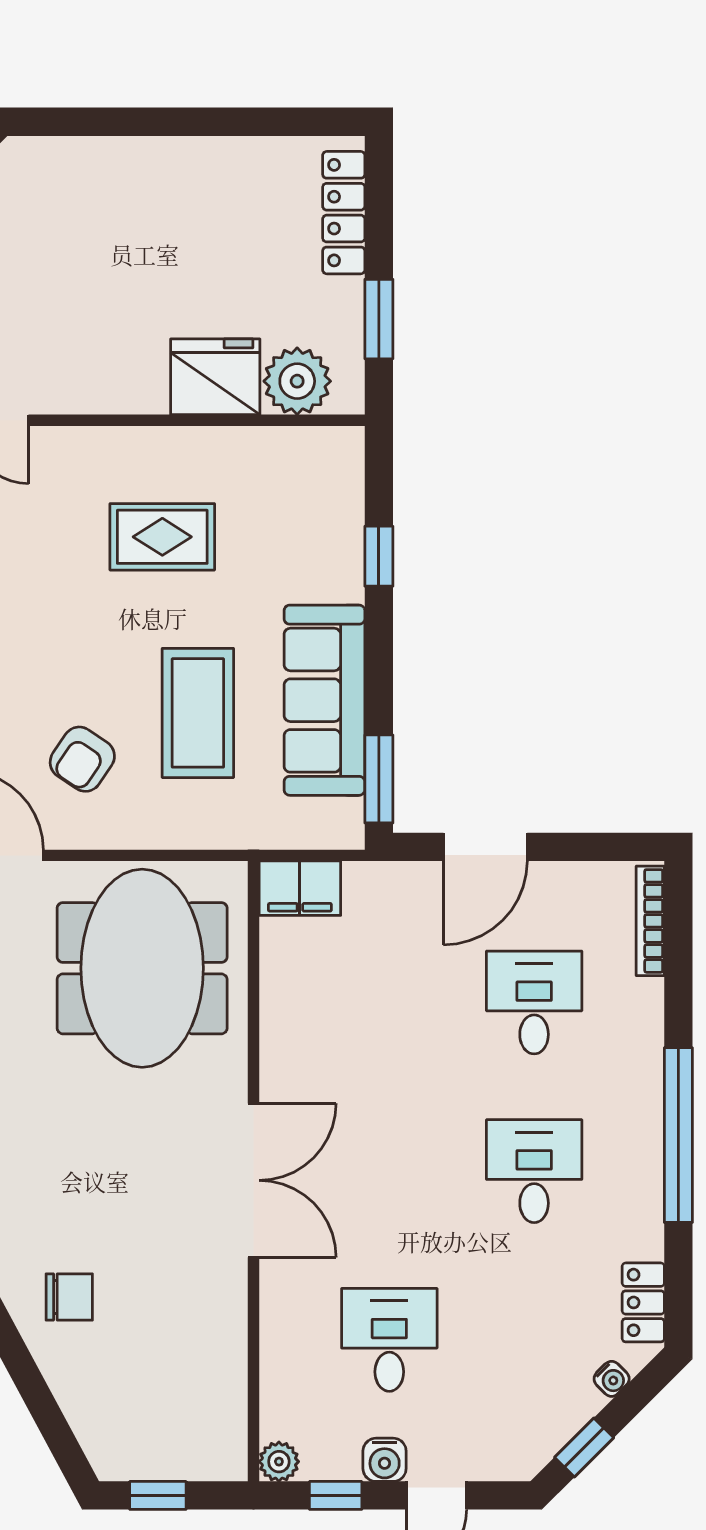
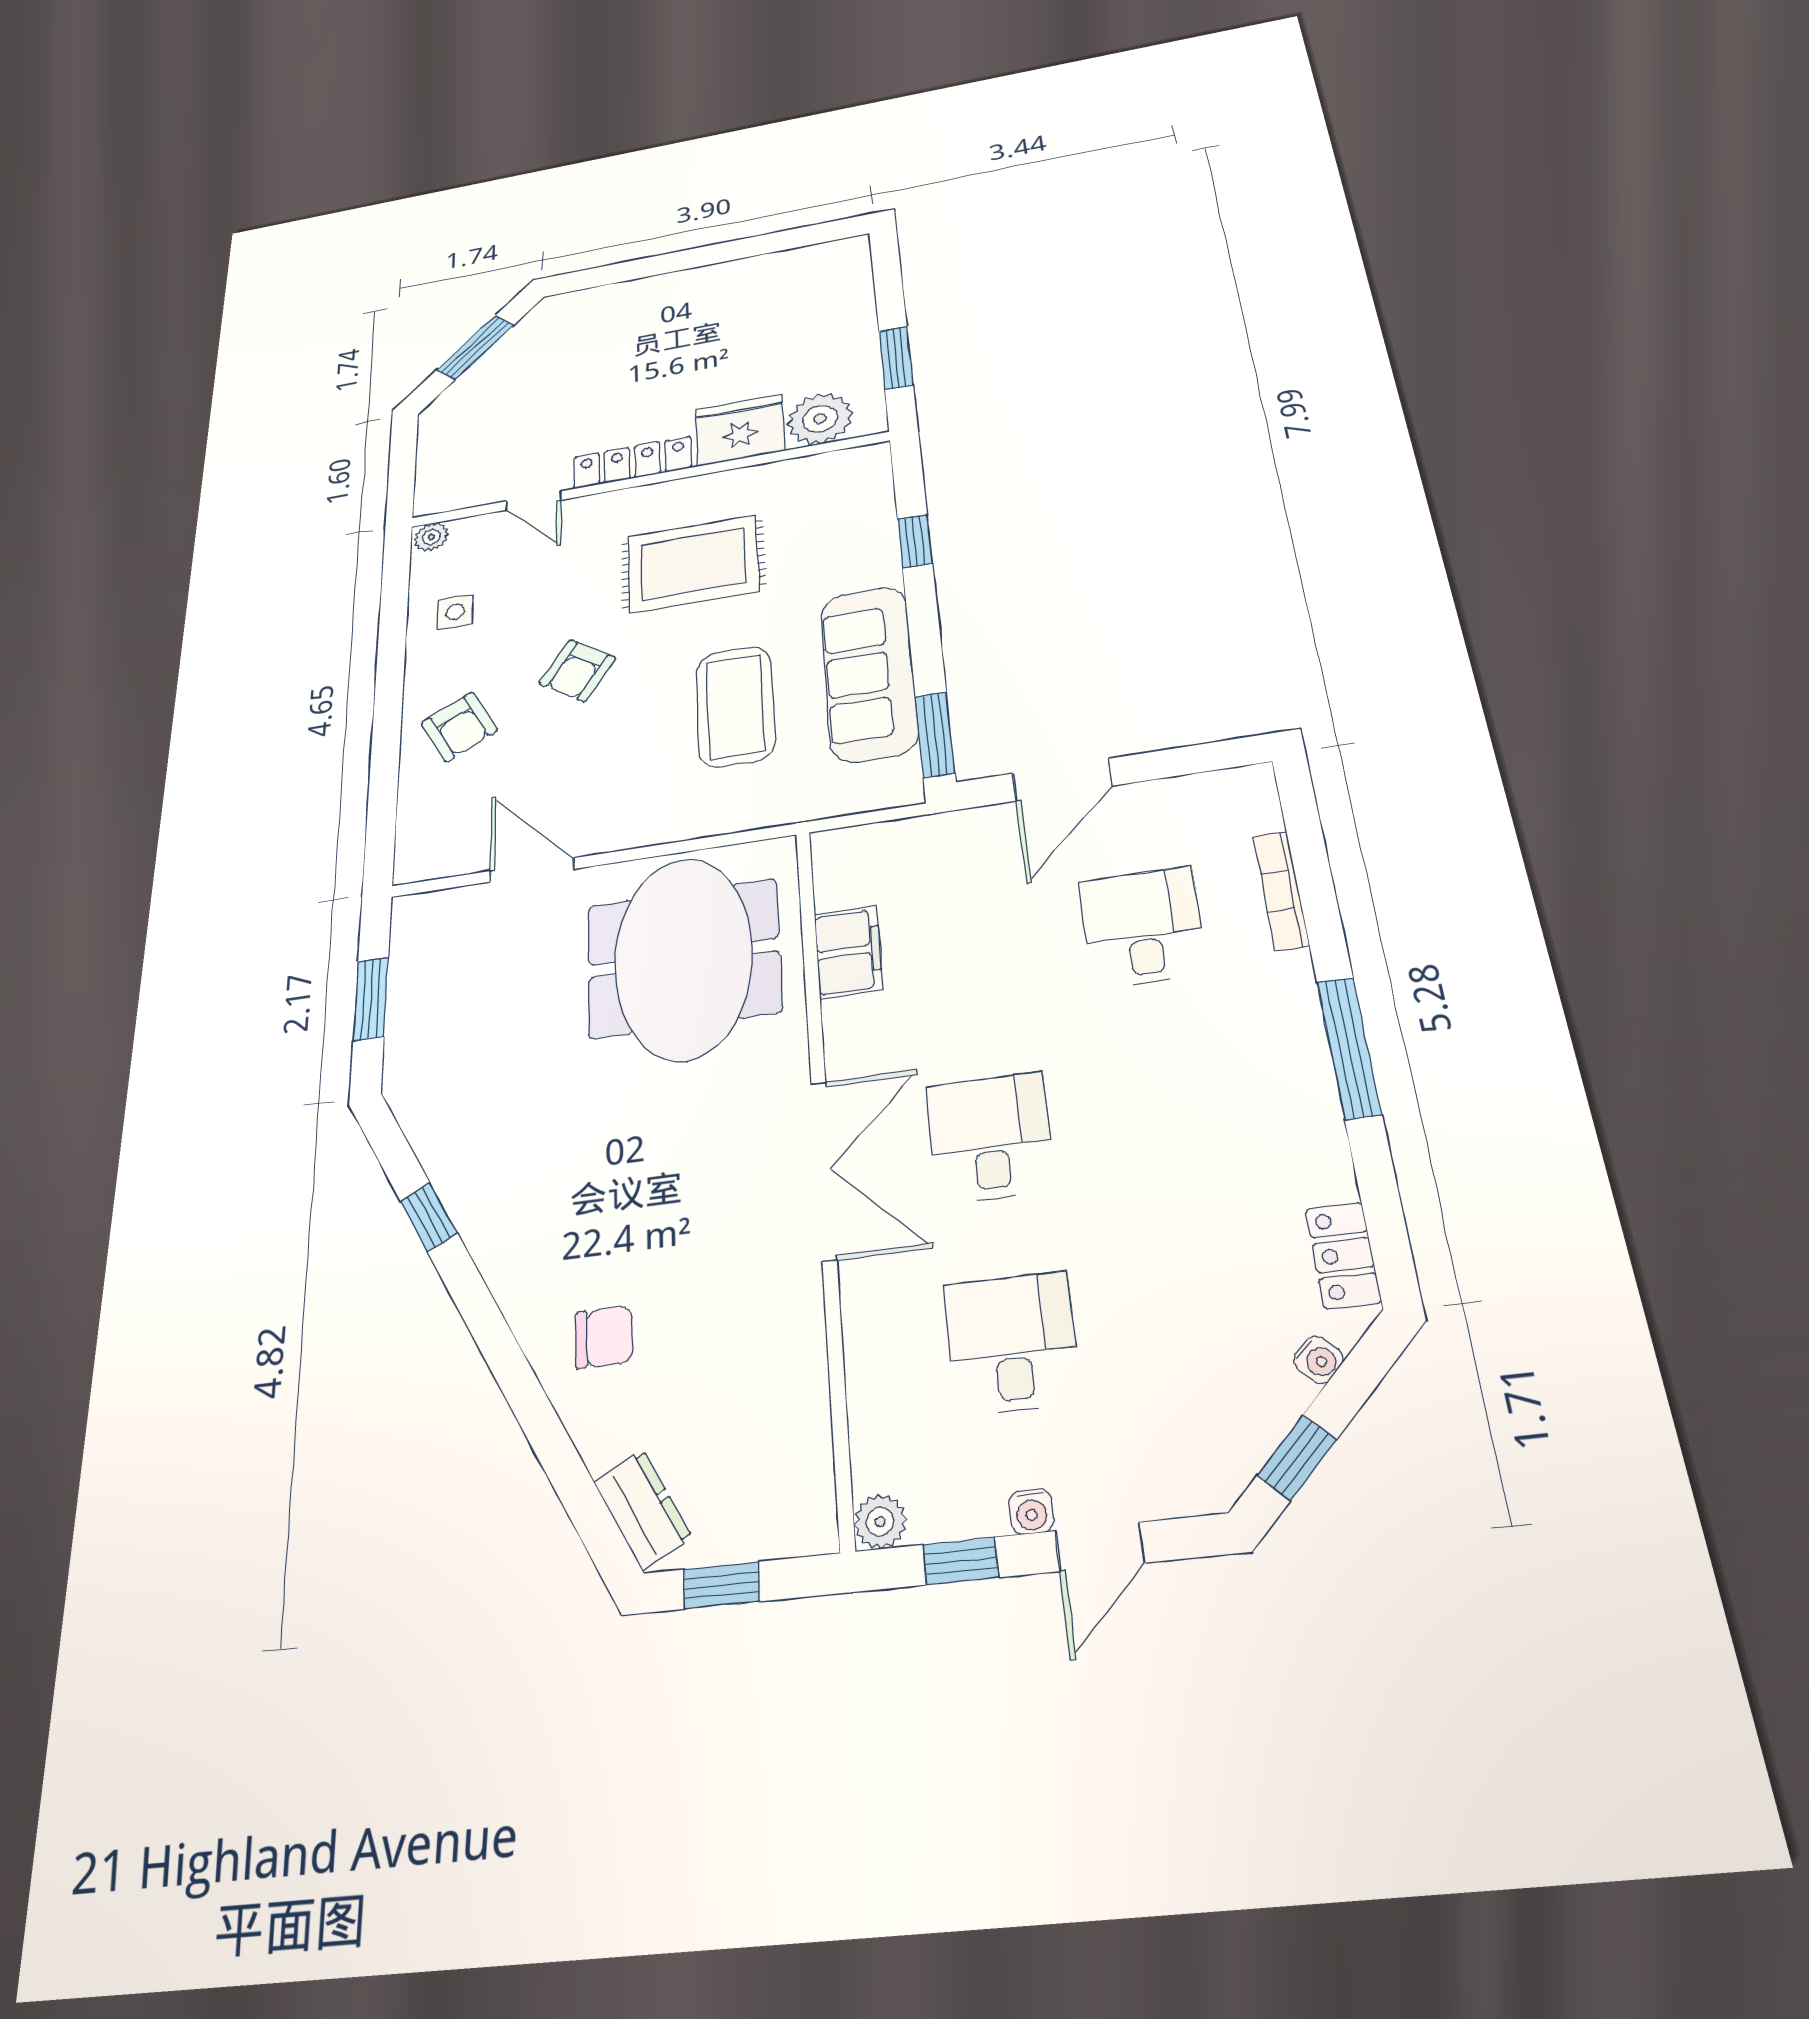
locker: (344, 213) -> (632, 462), moved, turned 90
rug: (162, 537) -> (693, 564), width x1.36, depth x1.43
armchair: (82, 759) -> (577, 671), moved
filing cabinet: (300, 888) -> (848, 952), moved, turned -90
bookcase: (650, 921) -> (1281, 891), moved
window: (678, 1135) -> (1349, 1048), width x0.68
desk: (534, 1171) -> (990, 1138), moved
dresser: (99, 1434) -> (643, 1509), added
water cooler: (385, 1460) -> (1031, 1511), width x0.72, depth x0.72

